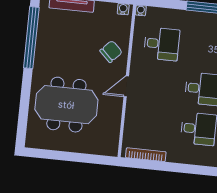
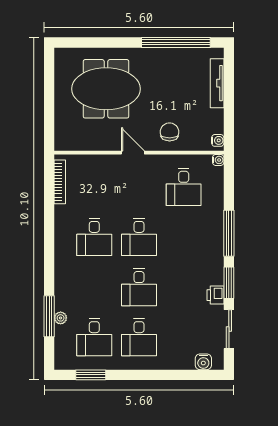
chair: (111, 52) -> (170, 132), turned -134
meeting table: (66, 105) -> (106, 89), turned 90

